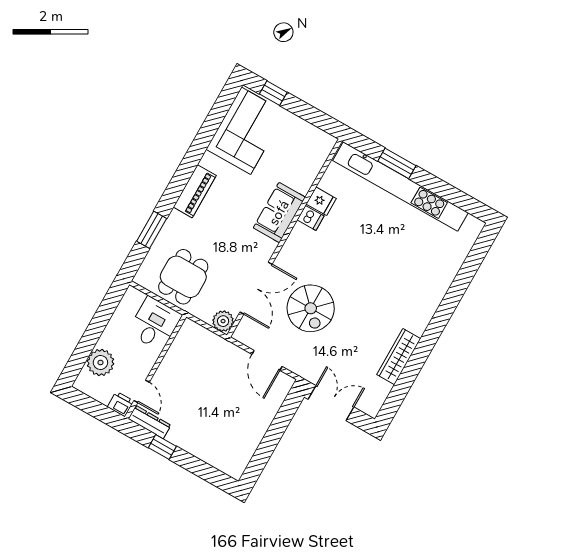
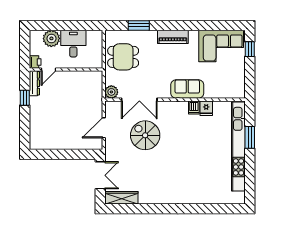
spiral stairs: (311, 308) -> (145, 135), turned 90
desk: (155, 324) -> (73, 44), moved, turned -90
wardrobe: (399, 357) -> (121, 198), moved

